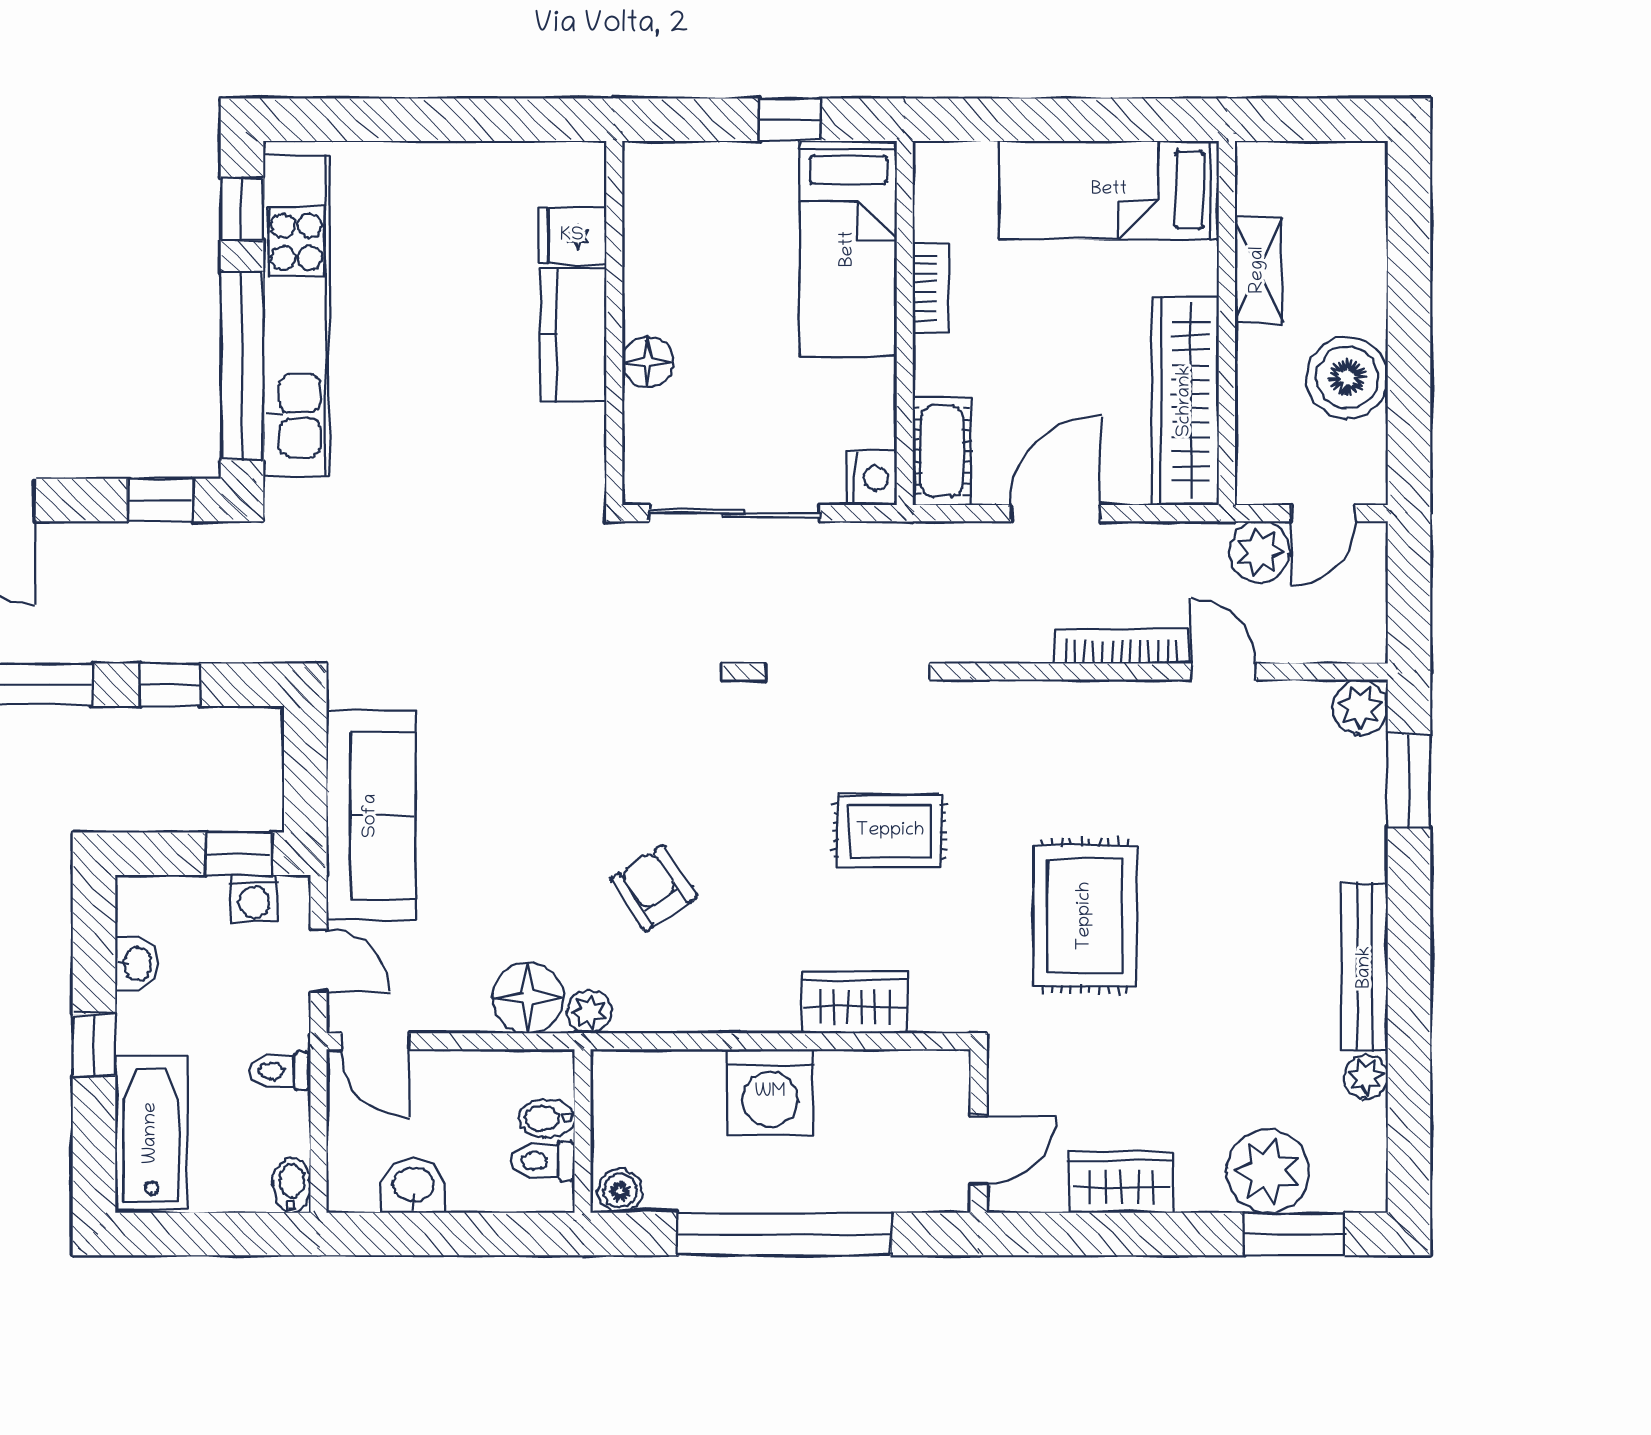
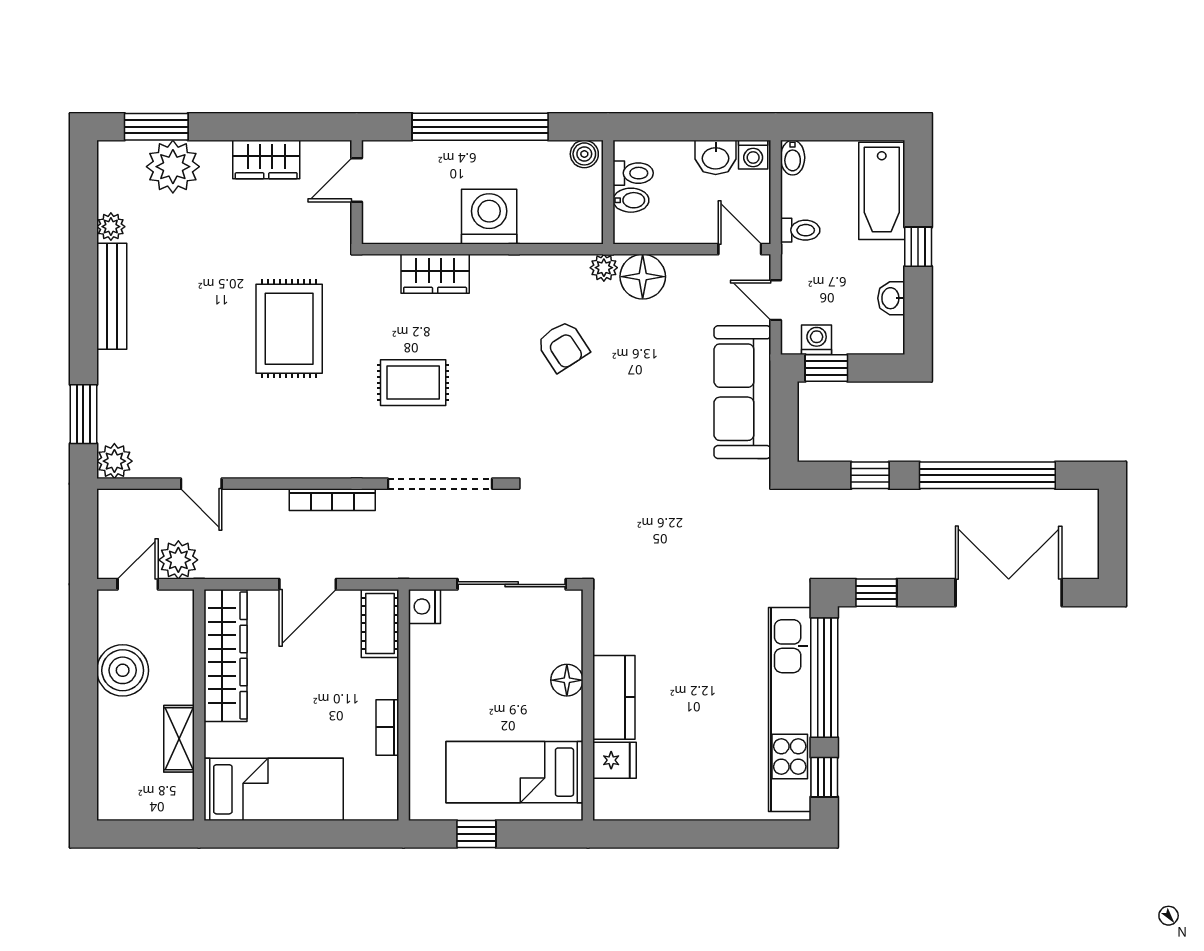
bed: (848, 249) -> (515, 772), moved, turned -90
bookcase: (1121, 646) -> (332, 500), moved
washing machine: (354, 1190) -> (753, 155), added

